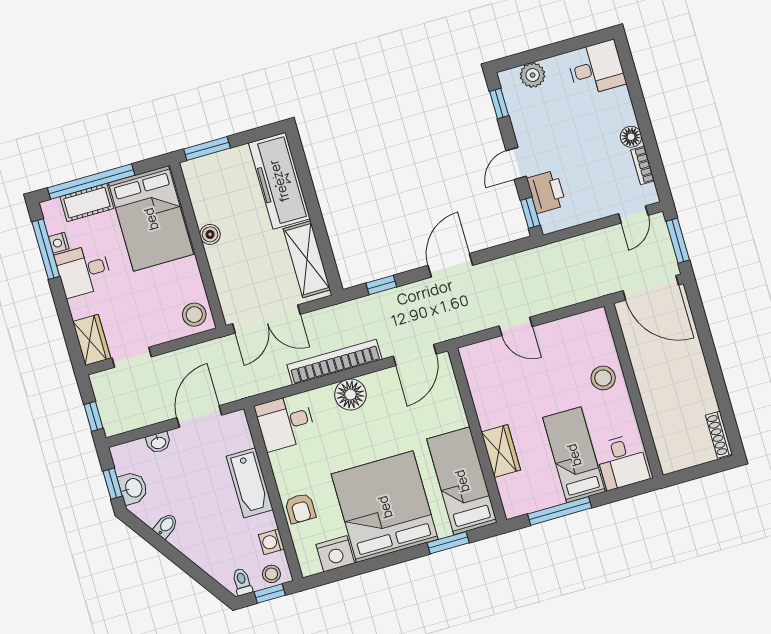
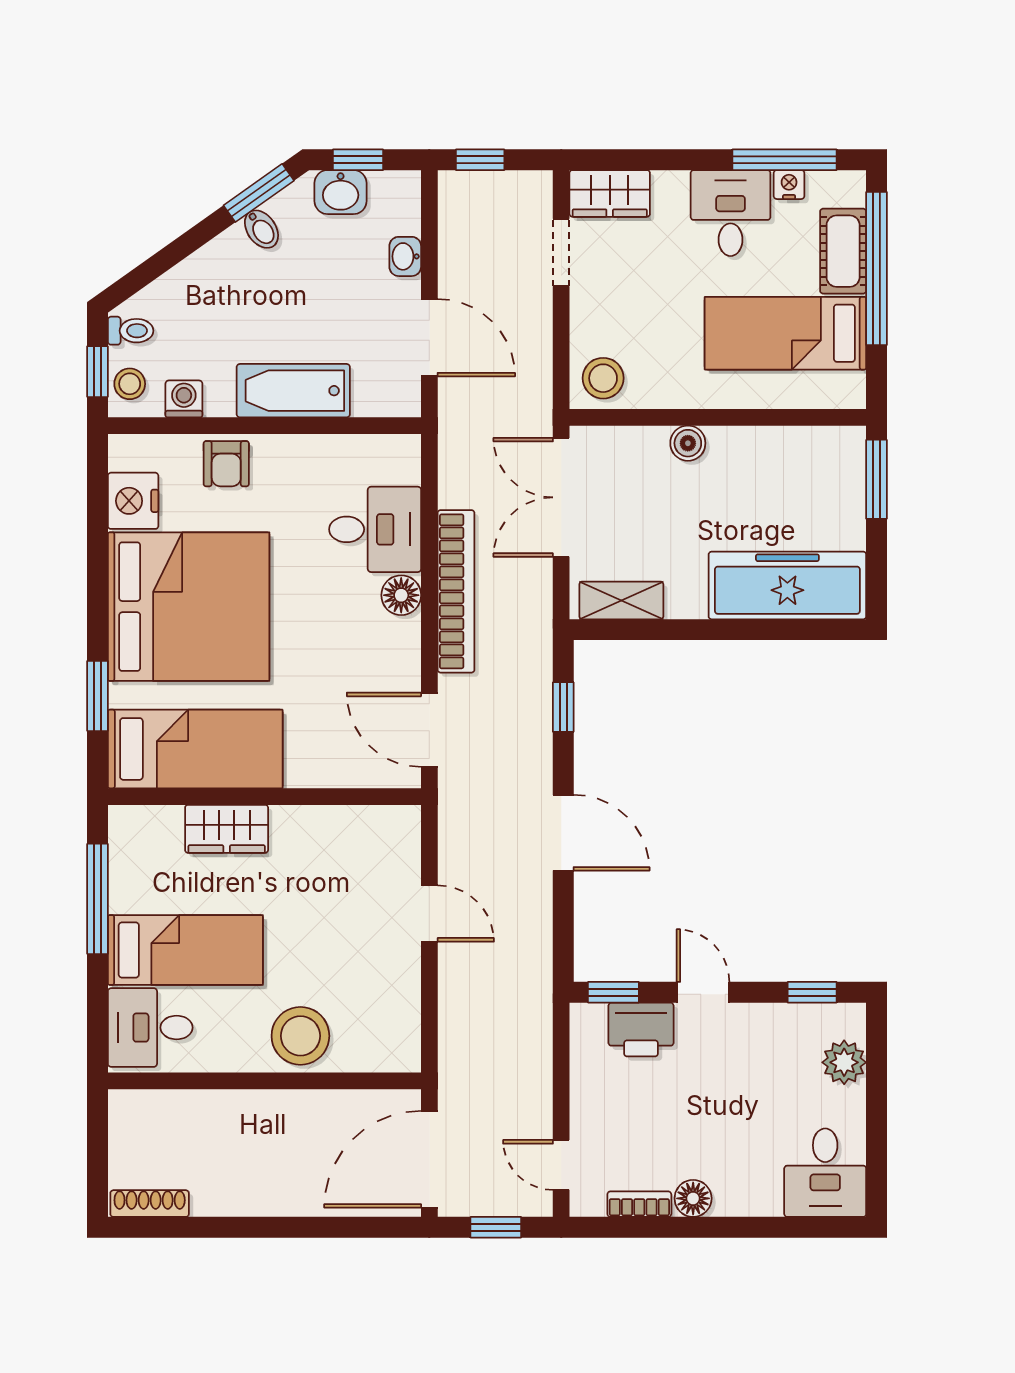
bed: (151, 219) -> (785, 333), width x0.67
boiler: (210, 234) -> (688, 443), moved
window: (678, 241) -> (496, 1227), width x0.67
shelving: (307, 259) -> (621, 600), width x0.67, depth x0.75
door: (516, 326) -> (429, 914), swing flipped
stool: (603, 378) -> (300, 1036), width x1.38, depth x1.38
floor lamp: (350, 395) -> (401, 595), width x0.73, depth x0.73
desk: (285, 422) -> (375, 529), moved, turned 90
armchair: (300, 508) -> (226, 464), turned -90
window: (146, 533) -> (259, 193), added

